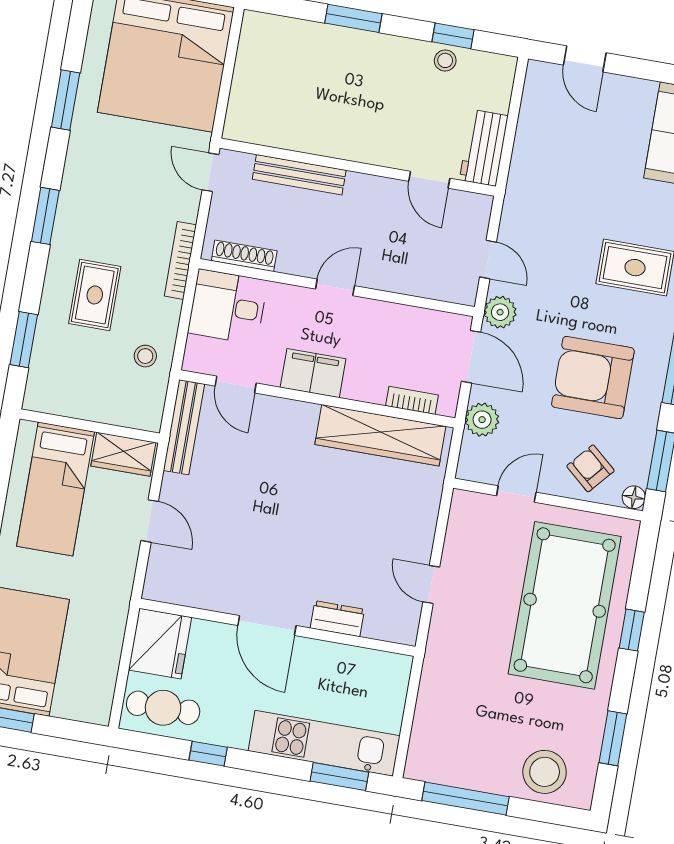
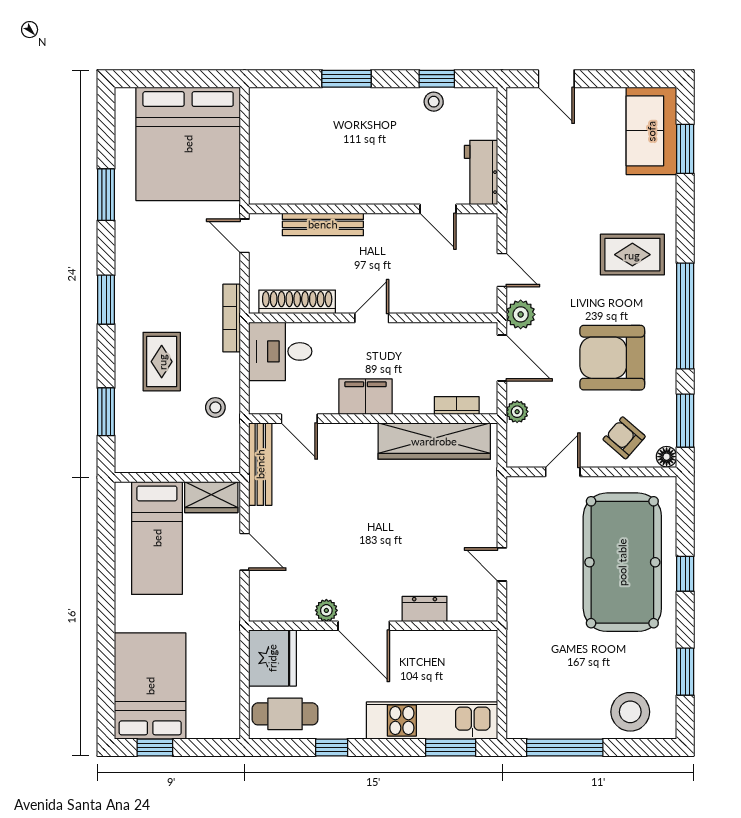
shoe rack: (244, 256) -> (297, 302), width x1.36, depth x1.24
plant: (482, 420) -> (517, 412), width x0.73, depth x0.73
plant: (229, 601) -> (326, 610), added

